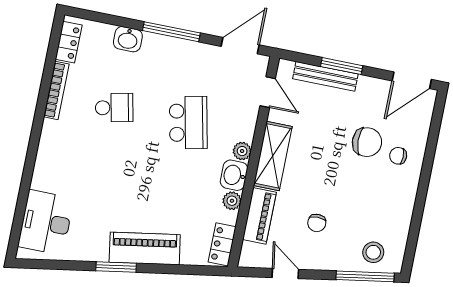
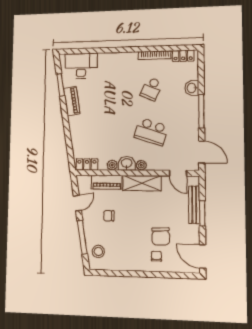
door: (268, 92) -> (178, 173), hinge flipped
school desk: (114, 108) -> (151, 89), turned 36
school desk: (188, 123) -> (151, 132), turned 30
piano: (145, 248) -> (72, 101), moved, width x0.73, depth x0.75
window: (116, 267) -> (61, 85), moved
window: (365, 276) -> (82, 237), moved

